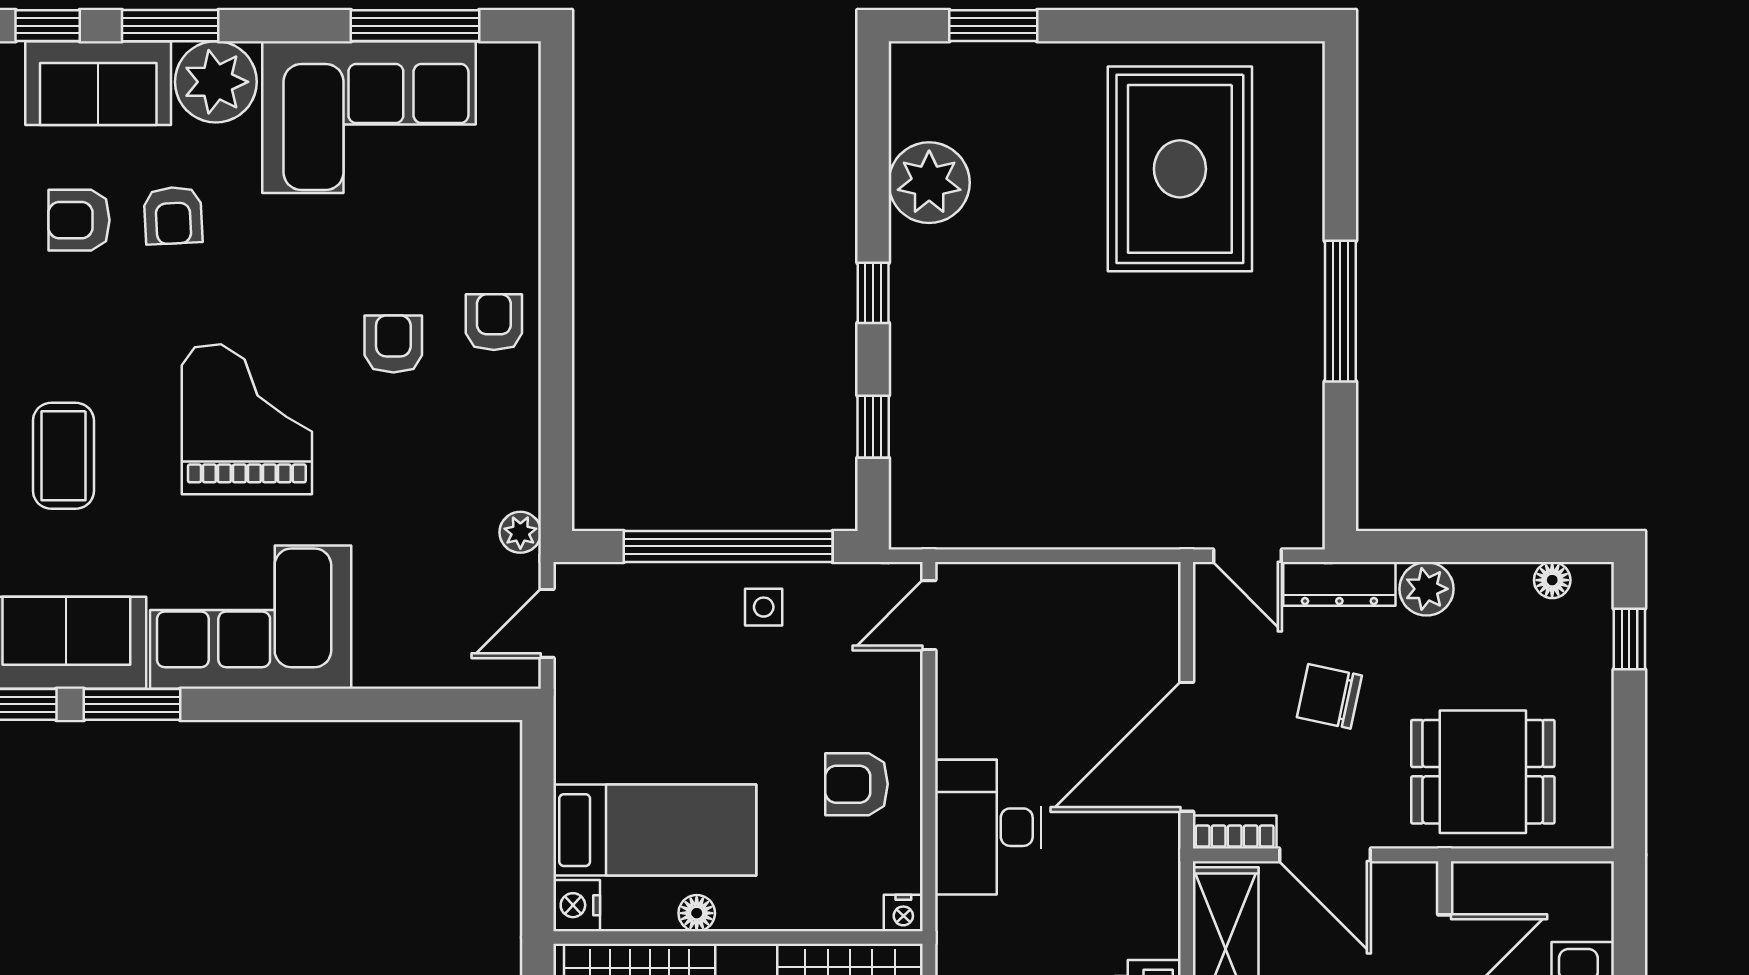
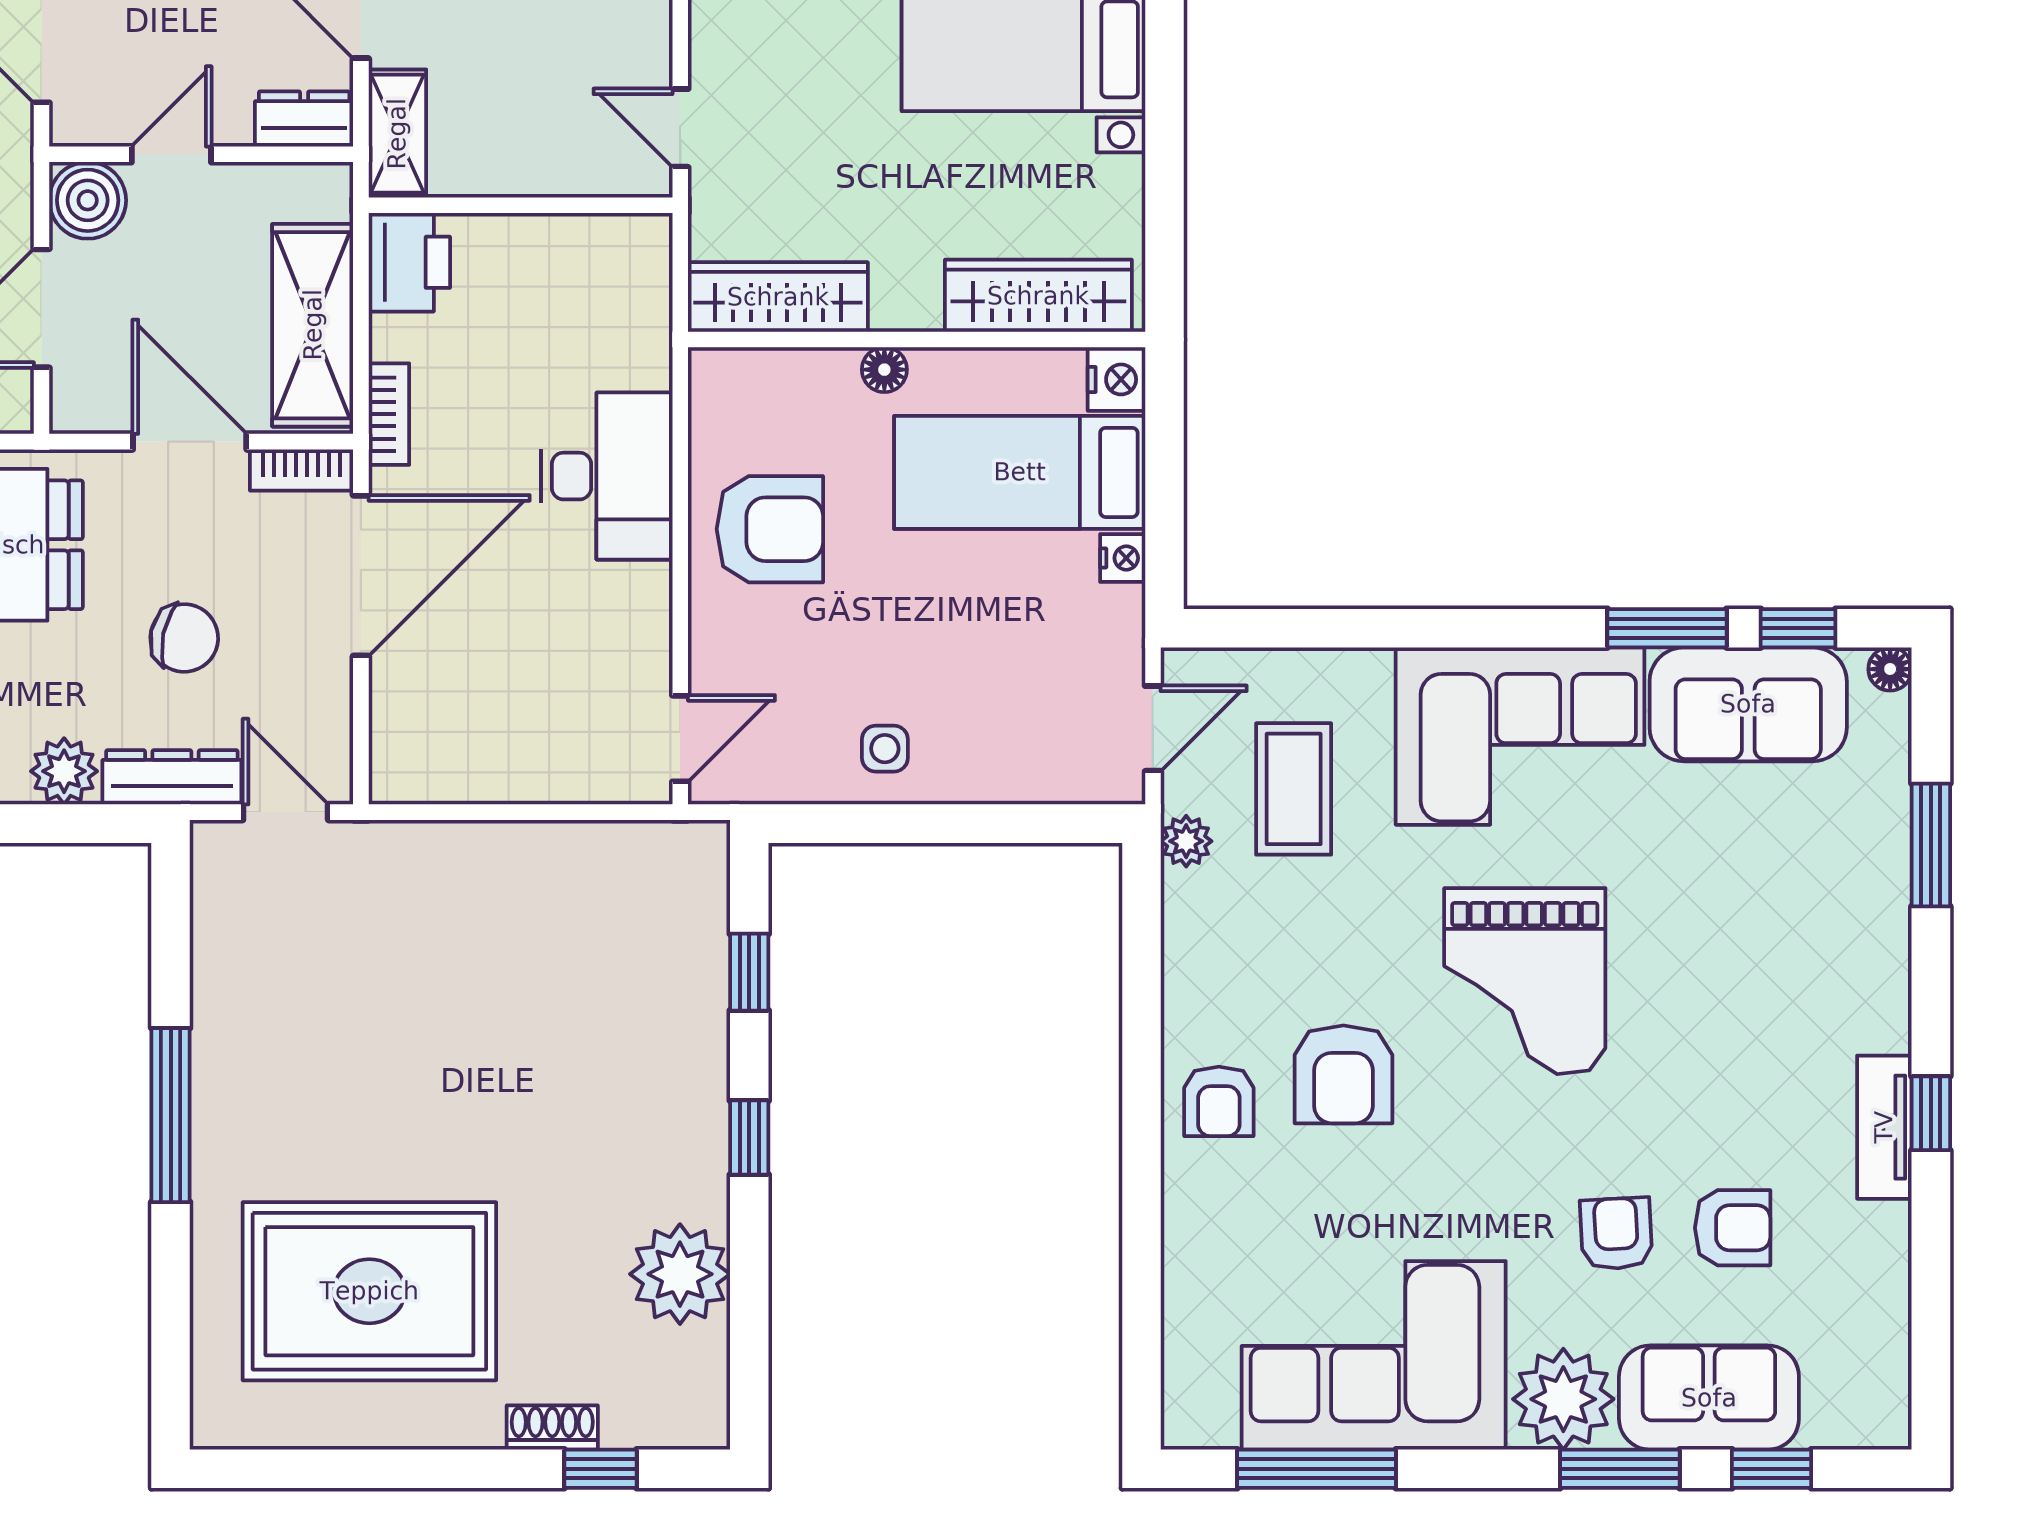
window: (993, 26) -> (601, 1469), width x0.67
shoe rack: (1032, 59) -> (552, 1427), added
rug: (1180, 169) -> (369, 1291), turned 90
armchair: (393, 344) -> (1343, 1074), width x1.38, depth x1.38
coffee table: (63, 456) -> (1294, 789), moved
window: (728, 546) -> (929, 824), removed
armchair: (856, 784) -> (770, 529), width x1.38, depth x1.38
bookcase: (1164, 877) -> (389, 414), added
floor lamp: (697, 913) -> (884, 370), moved
nightstand: (903, 913) -> (1123, 558), moved, turned 90

